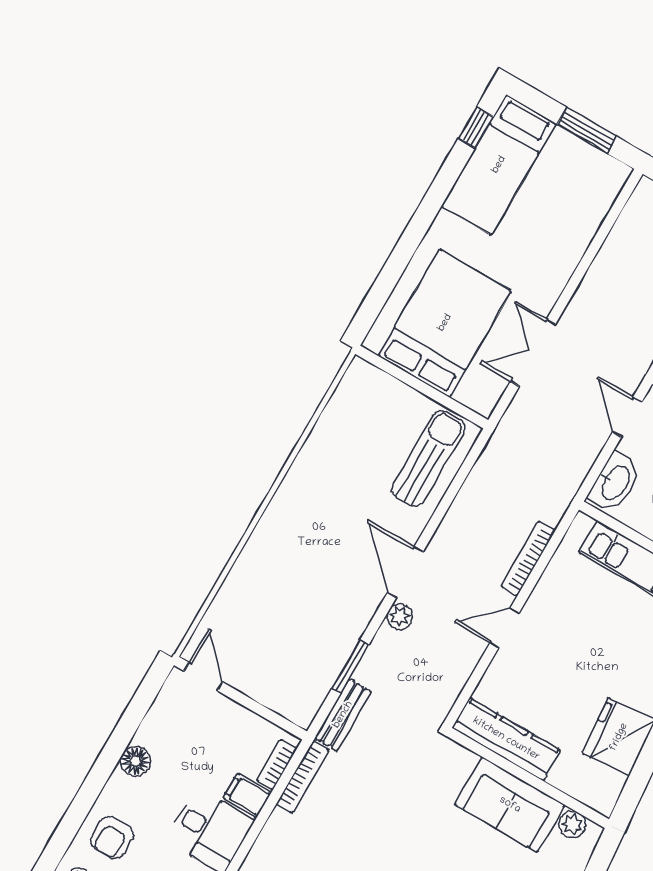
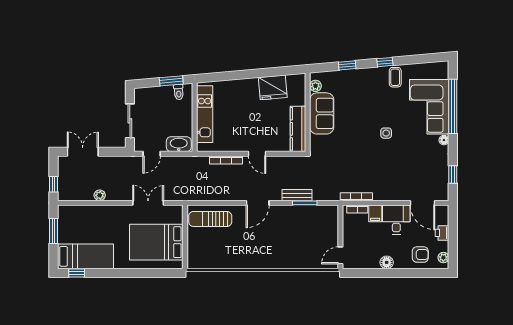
double door: (533, 353) -> (148, 203), swing flipped
plant: (400, 617) -> (100, 195), moved
bench: (343, 715) -> (297, 195), moved

